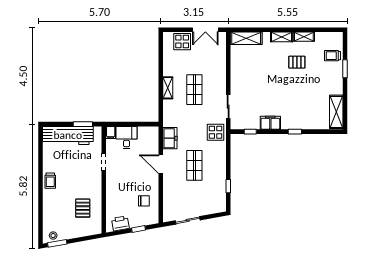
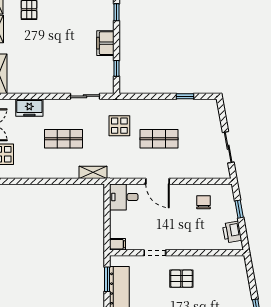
shelving: (168, 88) -> (93, 172), moved
display table: (216, 132) -> (119, 126), moved
desk: (127, 137) -> (124, 197), moved
freezer: (170, 138) -> (29, 108), moved, turned 180
door: (161, 164) -> (157, 181), hinge flipped
pallet: (83, 208) -> (181, 279), moved

